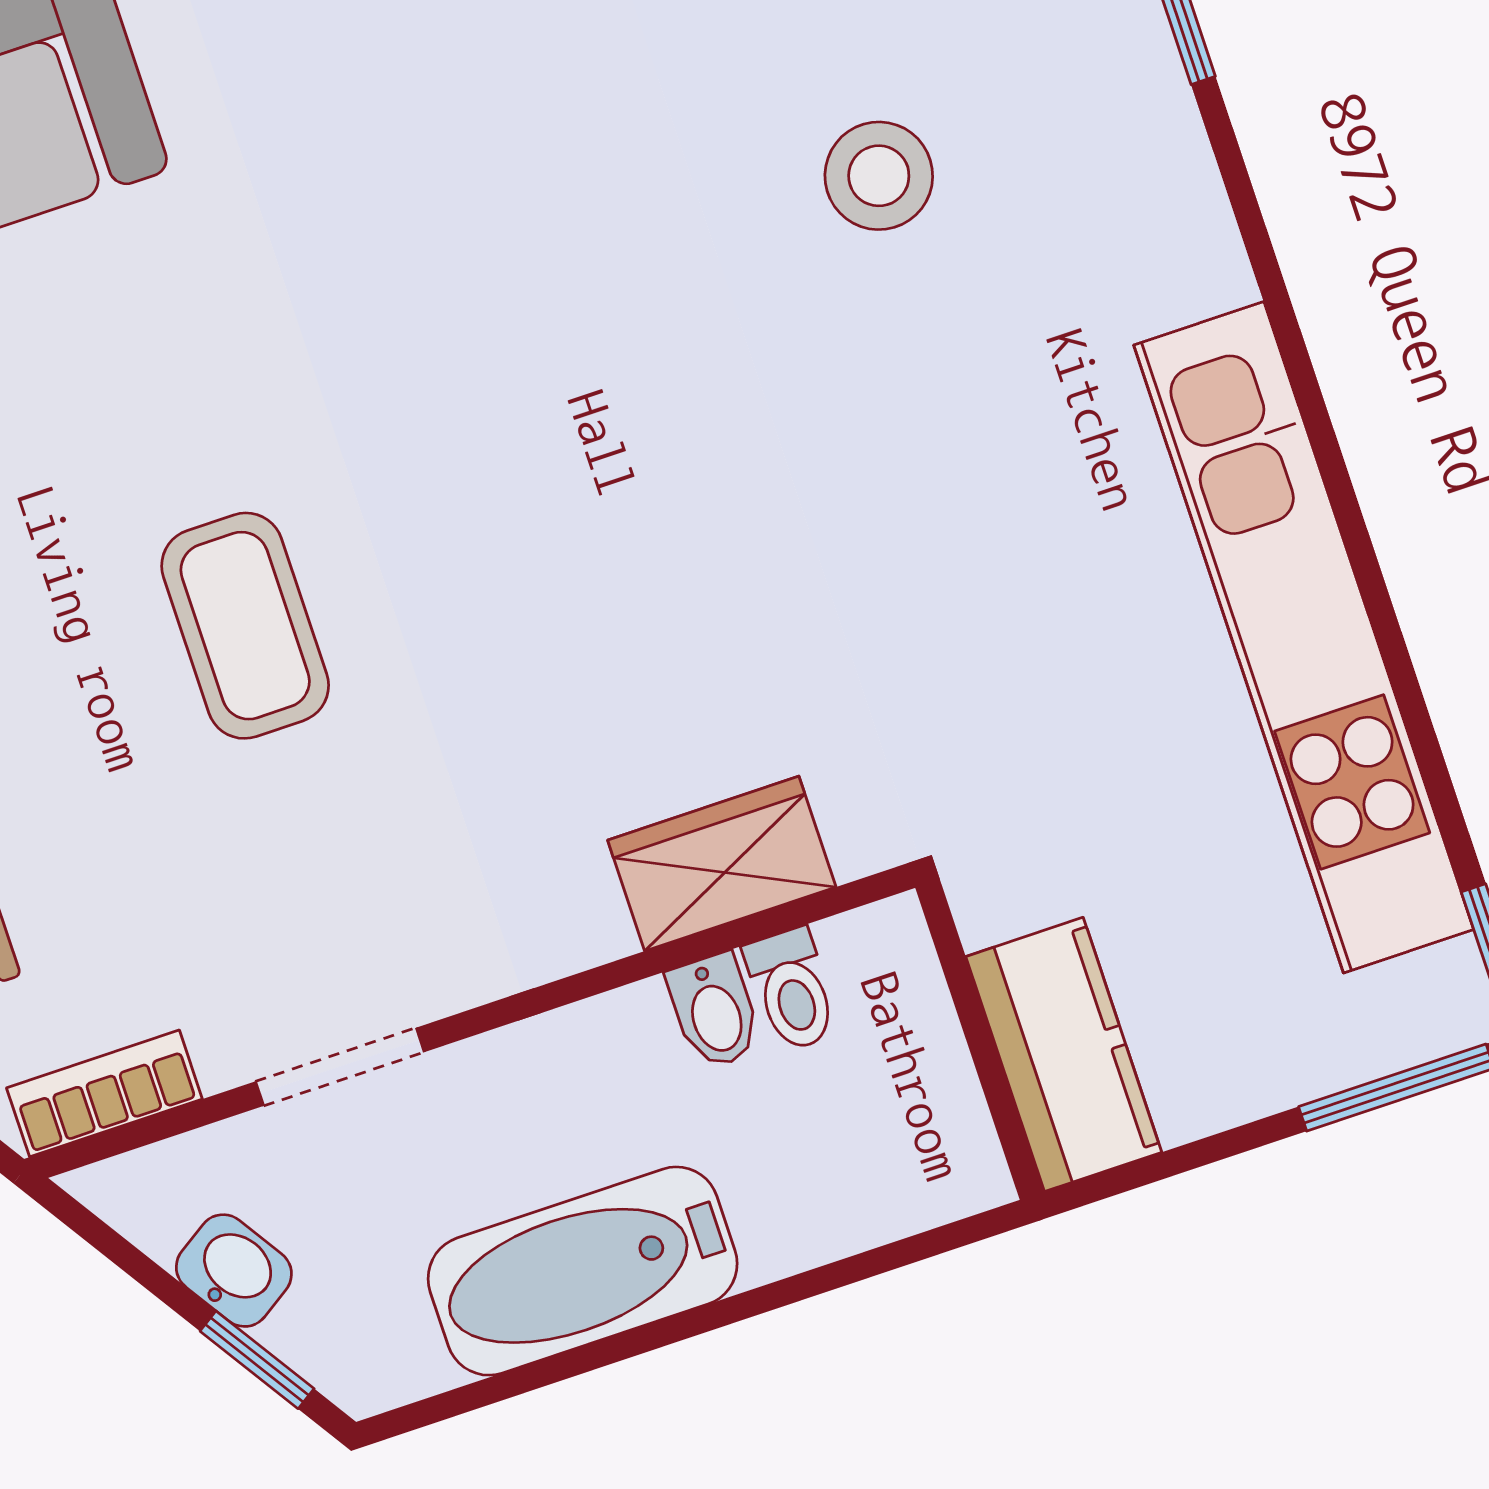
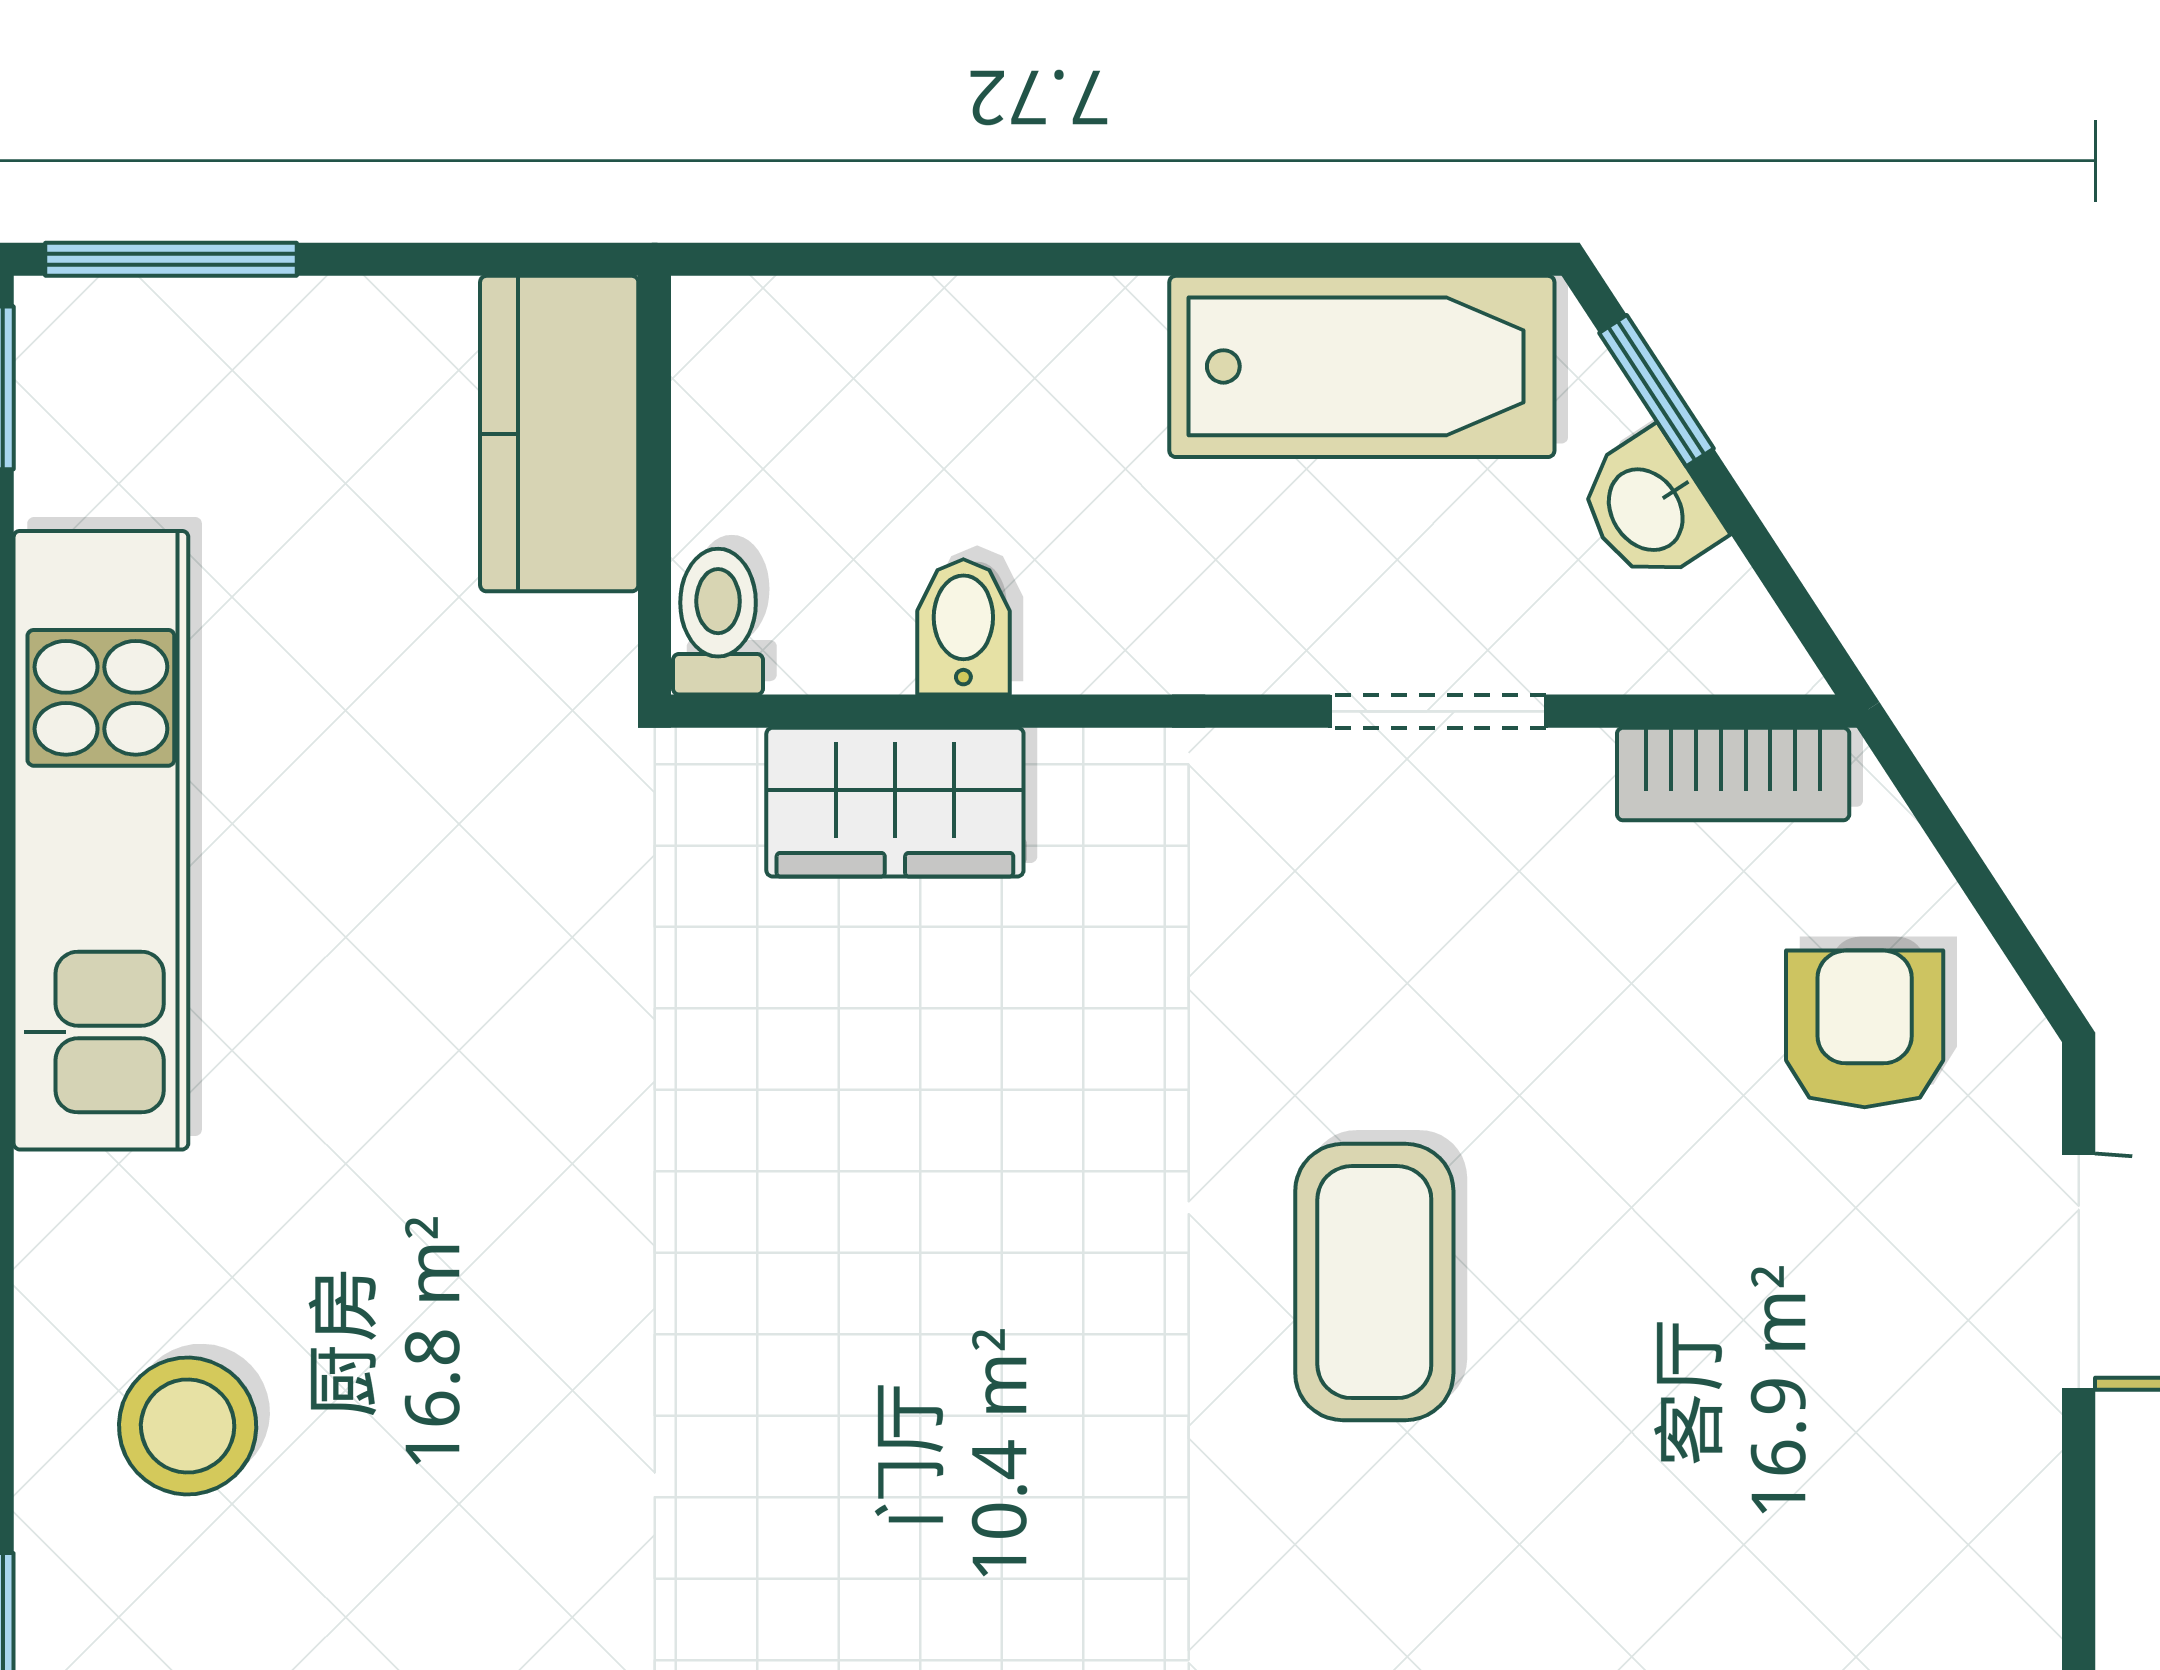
stool: (879, 176) -> (188, 1426), moved
kitchen unit: (1304, 637) -> (101, 840), width x0.73
toilet: (792, 990) -> (718, 622), moved
bathtub: (583, 1271) -> (1362, 366), moved

